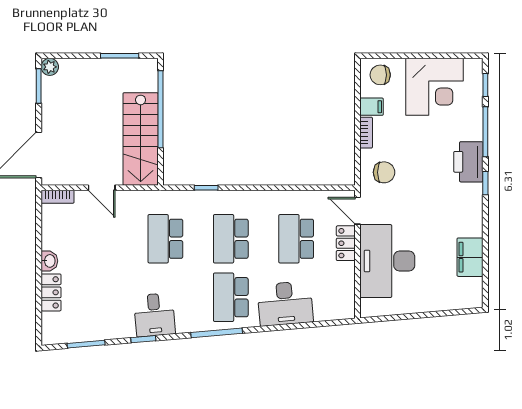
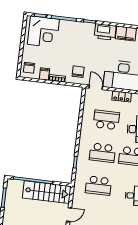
corner desk: (434, 87) -> (43, 32), moved, turned 90
printer: (468, 162) -> (105, 32), moved
door: (357, 211) -> (96, 87), swing flipped
school desk: (296, 239) -> (106, 120), turned 180
locker: (346, 243) -> (122, 96), moved

